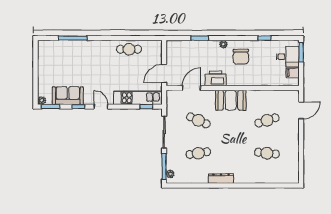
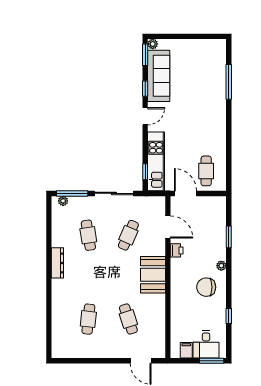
cafe table: (129, 49) -> (206, 171), moved
printer: (216, 78) -> (177, 250), width x0.53, depth x0.68
sofa: (68, 96) -> (159, 76), width x1.36

